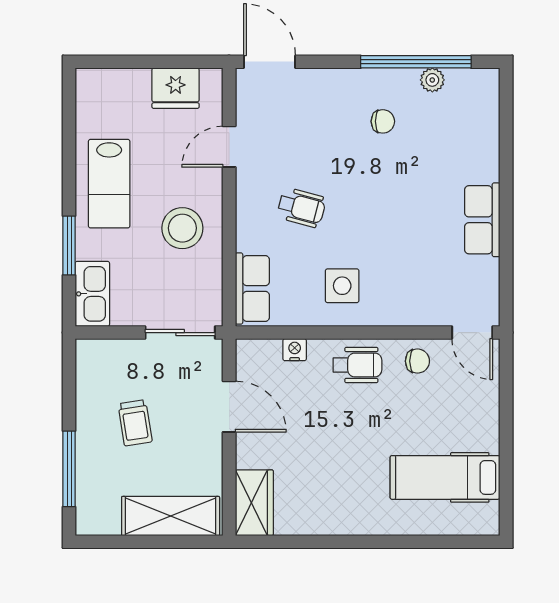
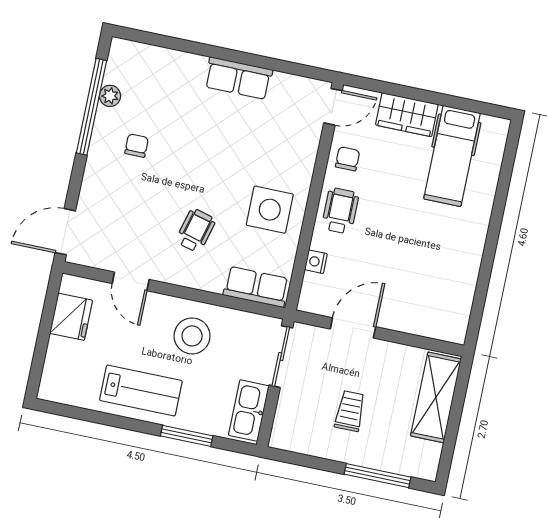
side table: (342, 286) -> (270, 210), width x1.37, depth x1.37
kitchen sink: (92, 294) -> (249, 411), moved, turned -90
trolley: (135, 423) -> (350, 411), turned -81
wardrobe: (254, 503) -> (407, 115), moved, turned 180

